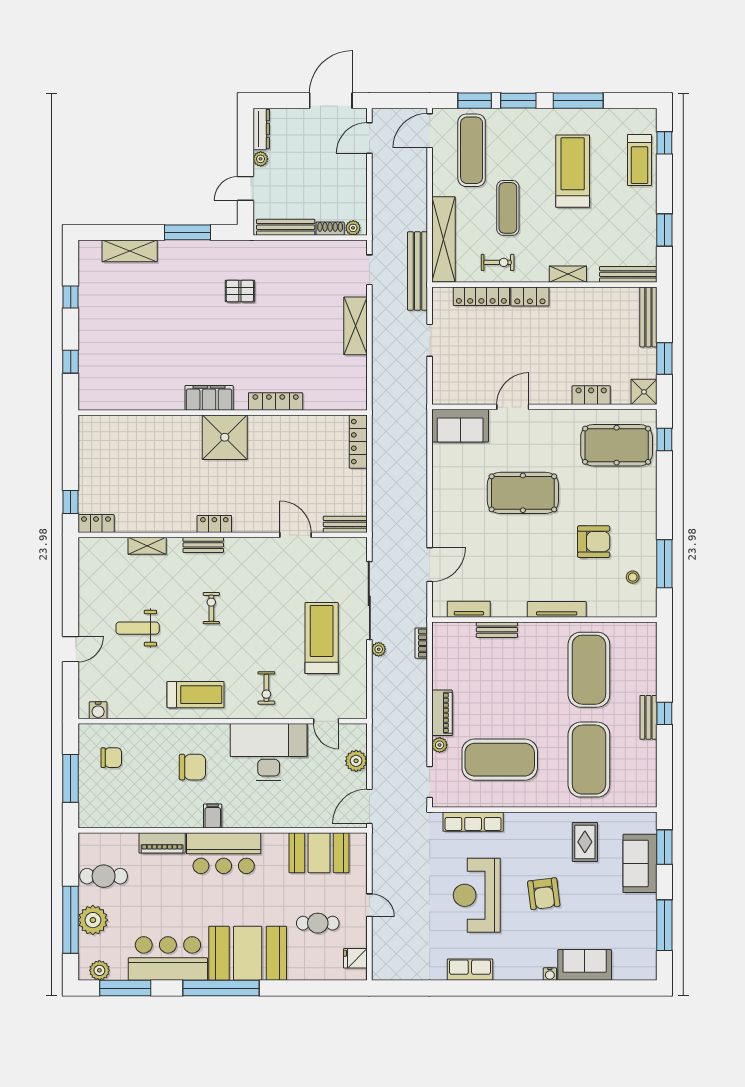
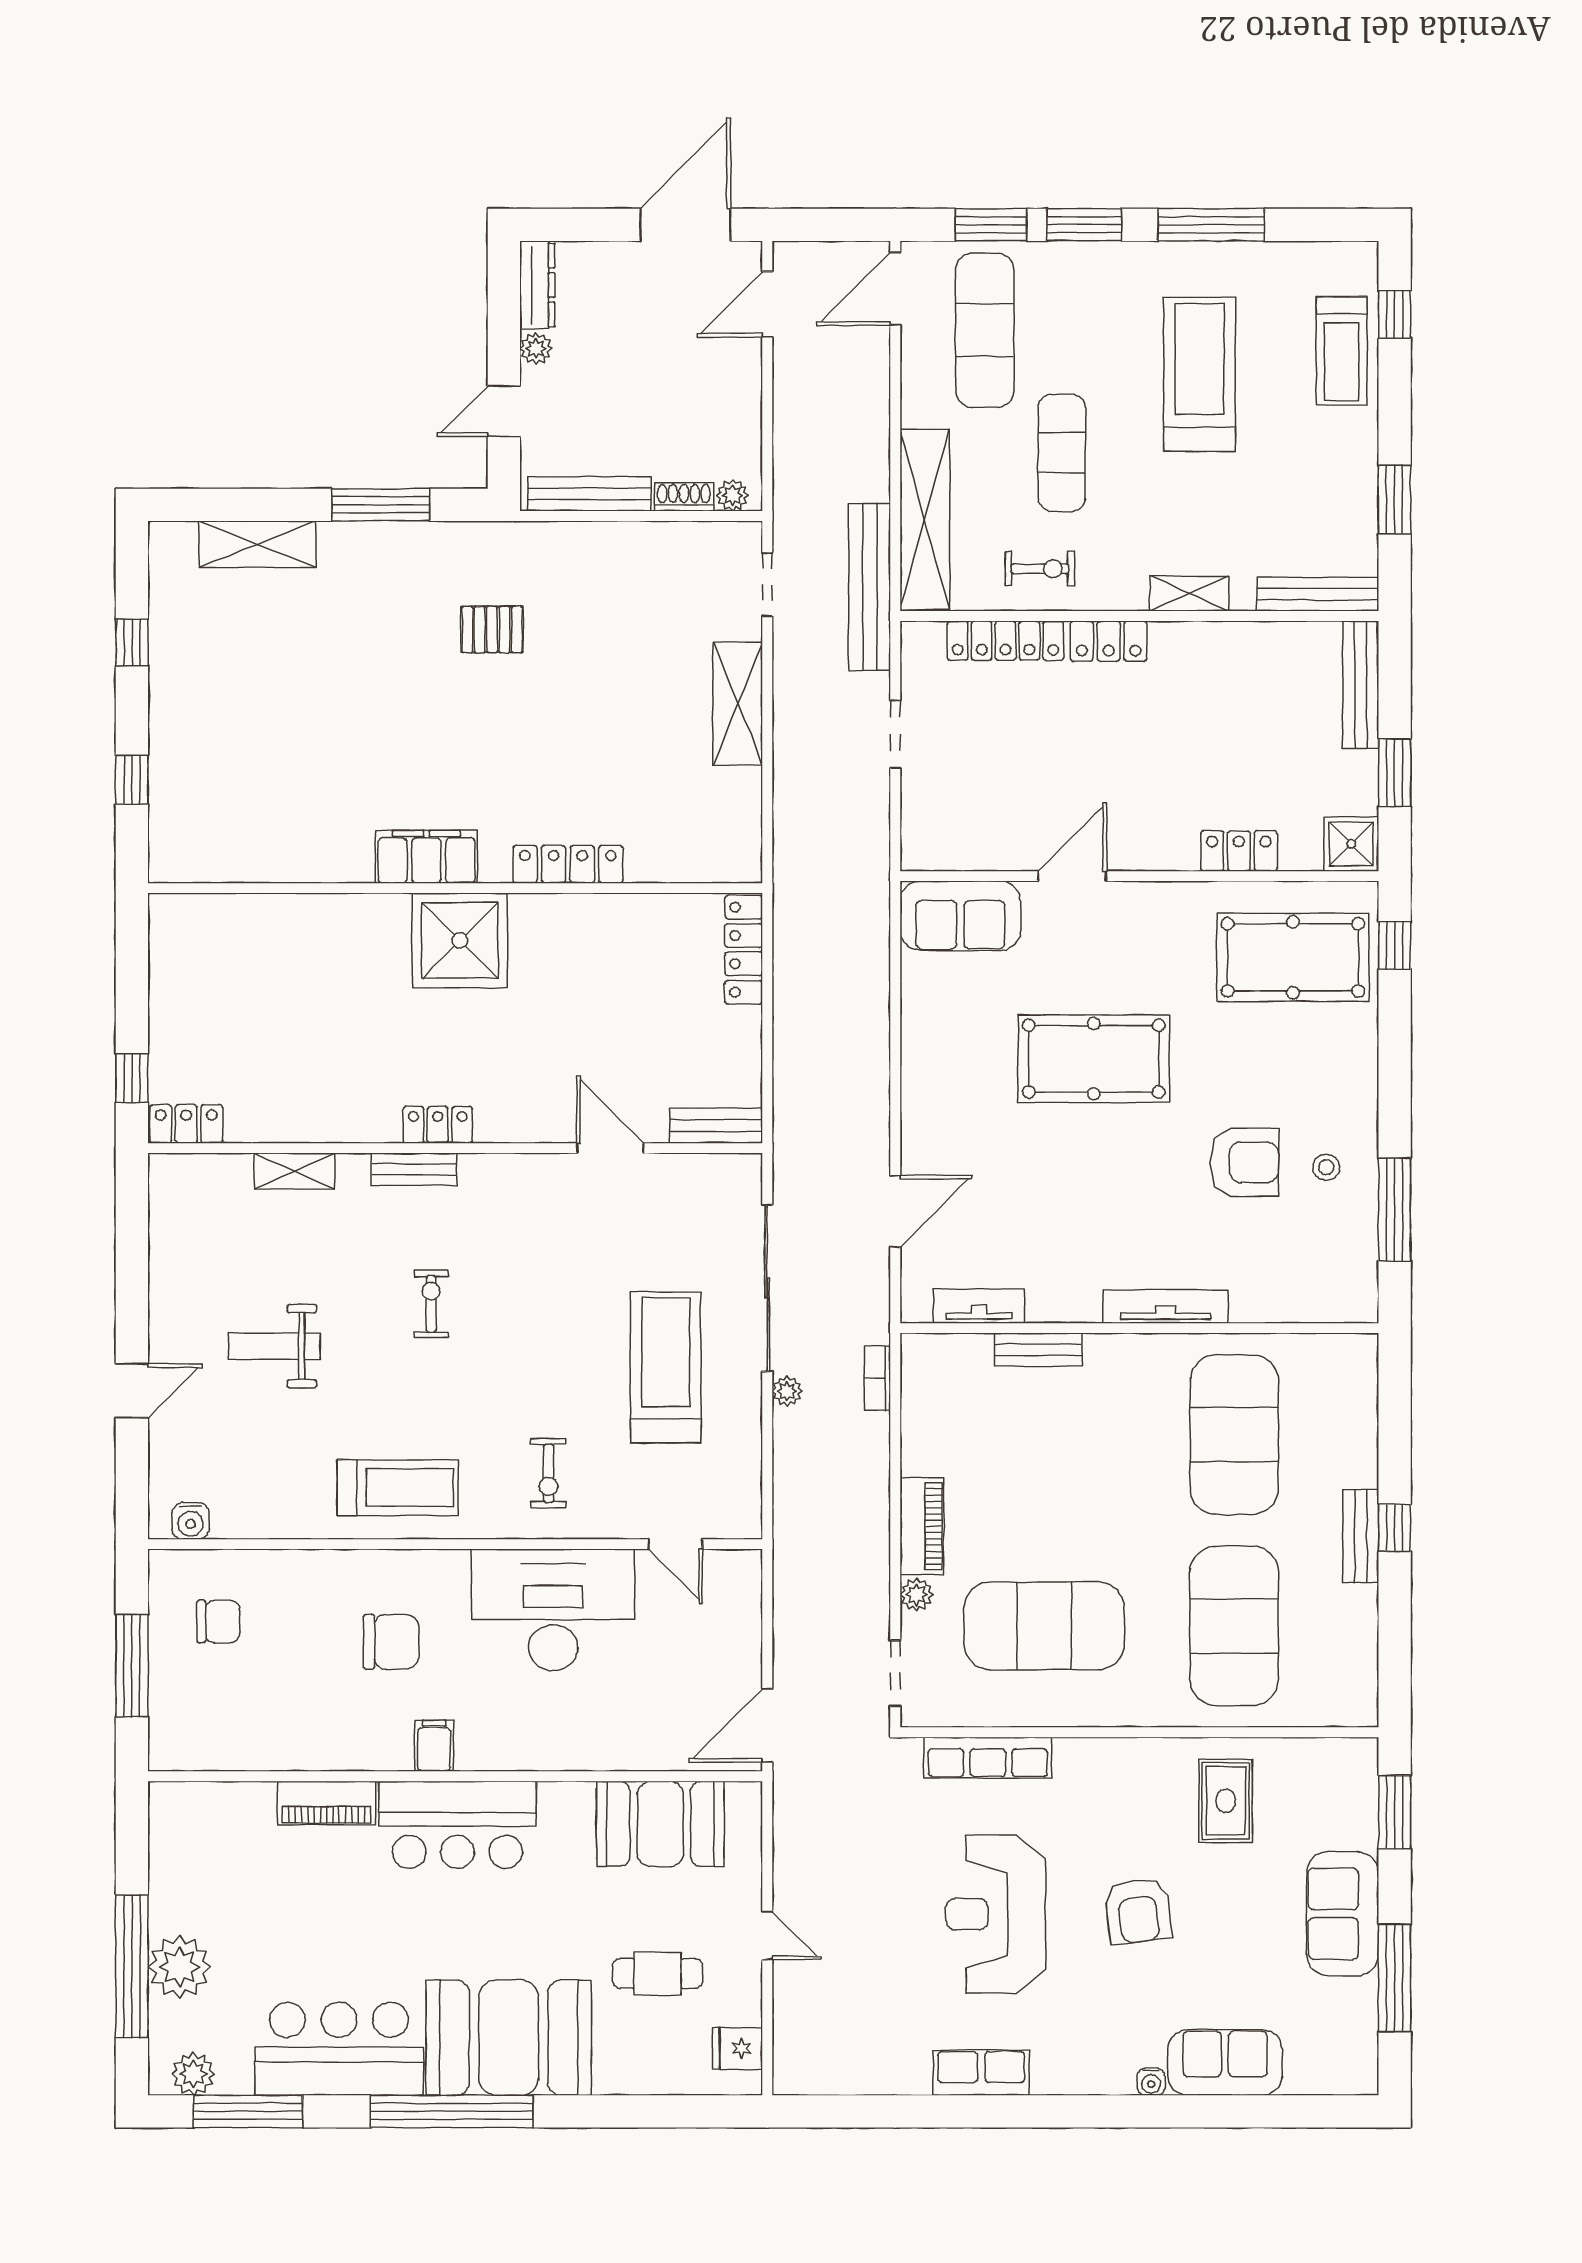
stool: (633, 577) -> (1326, 1167), moved
plant: (356, 761) -> (739, 1628), removed
sofa: (640, 863) -> (1343, 1914), moved
cafe table: (104, 876) -> (202, 1874), removed

